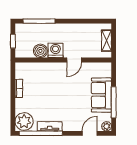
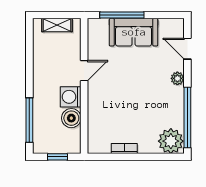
door: (74, 60) -> (84, 71), hinge flipped
window: (114, 102) -> (122, 15), moved
tv unit: (50, 126) -> (178, 105), removed
plant: (107, 126) -> (177, 78), moved

